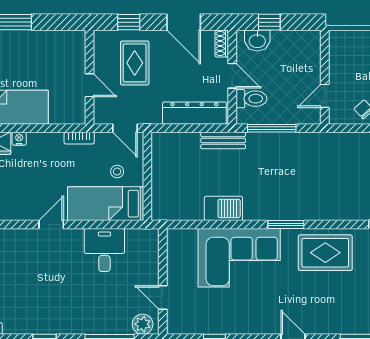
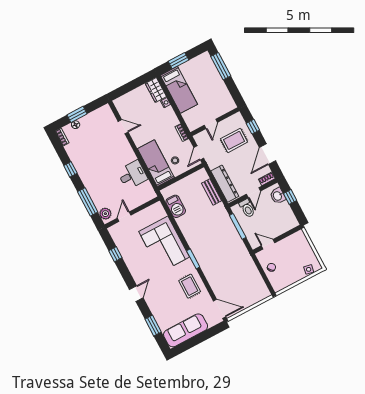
bench: (223, 141) -> (212, 192), moved
barbecue: (223, 208) -> (176, 206), moved
door: (51, 225) -> (123, 127), moved
rug: (325, 253) -> (190, 286), width x0.73, depth x0.70

